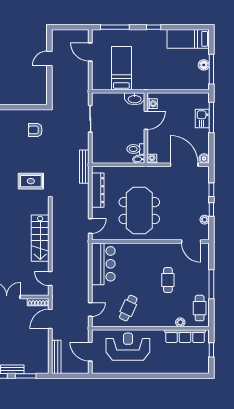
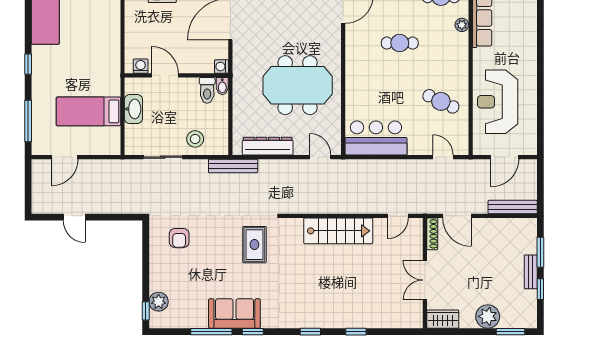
washbasin: (135, 99) -> (133, 109), moved
stool: (103, 141) -> (195, 139), added

